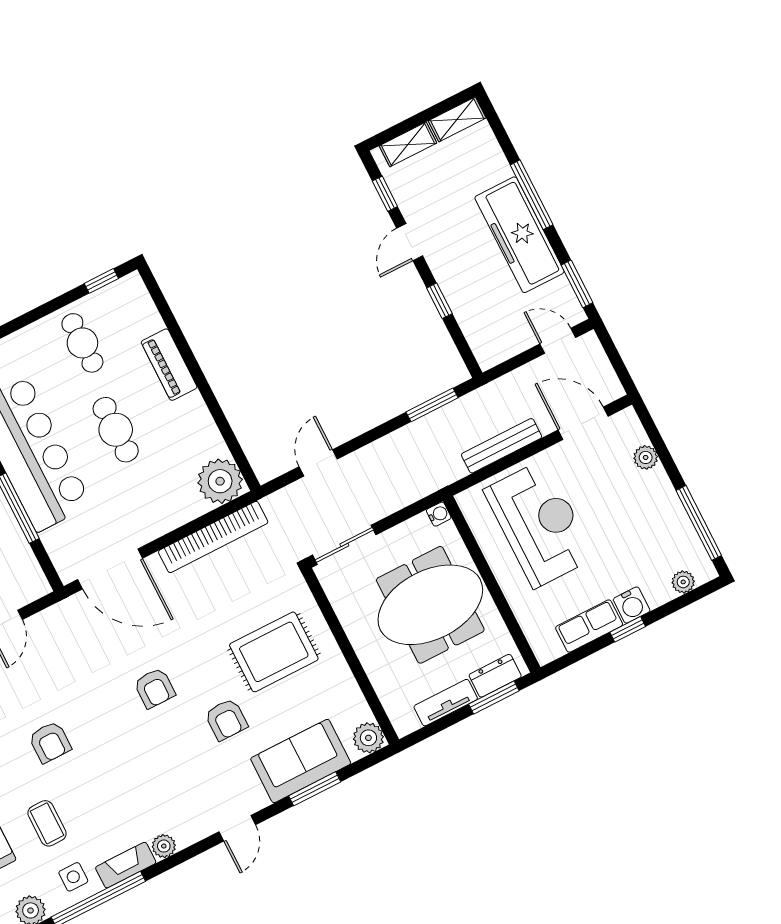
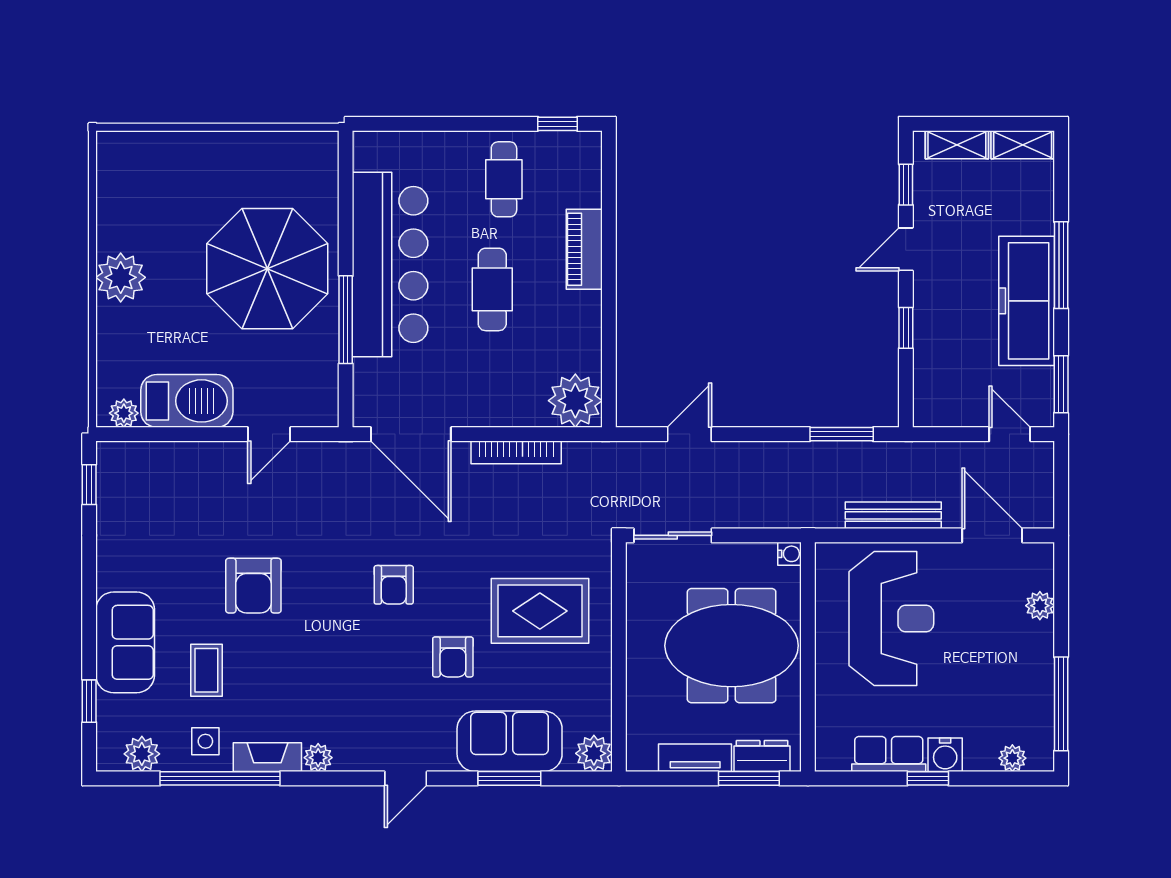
bookcase: (213, 537) -> (516, 452), width x0.68, depth x0.76
armchair: (50, 742) -> (253, 586), width x1.38, depth x1.38

